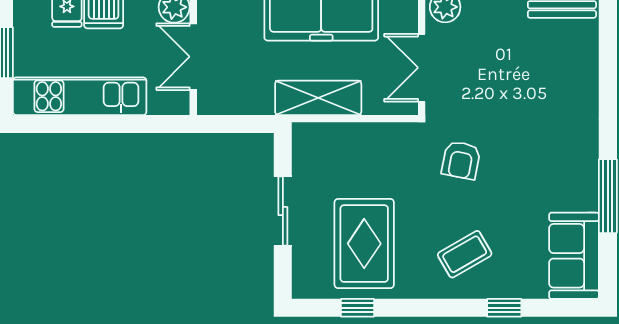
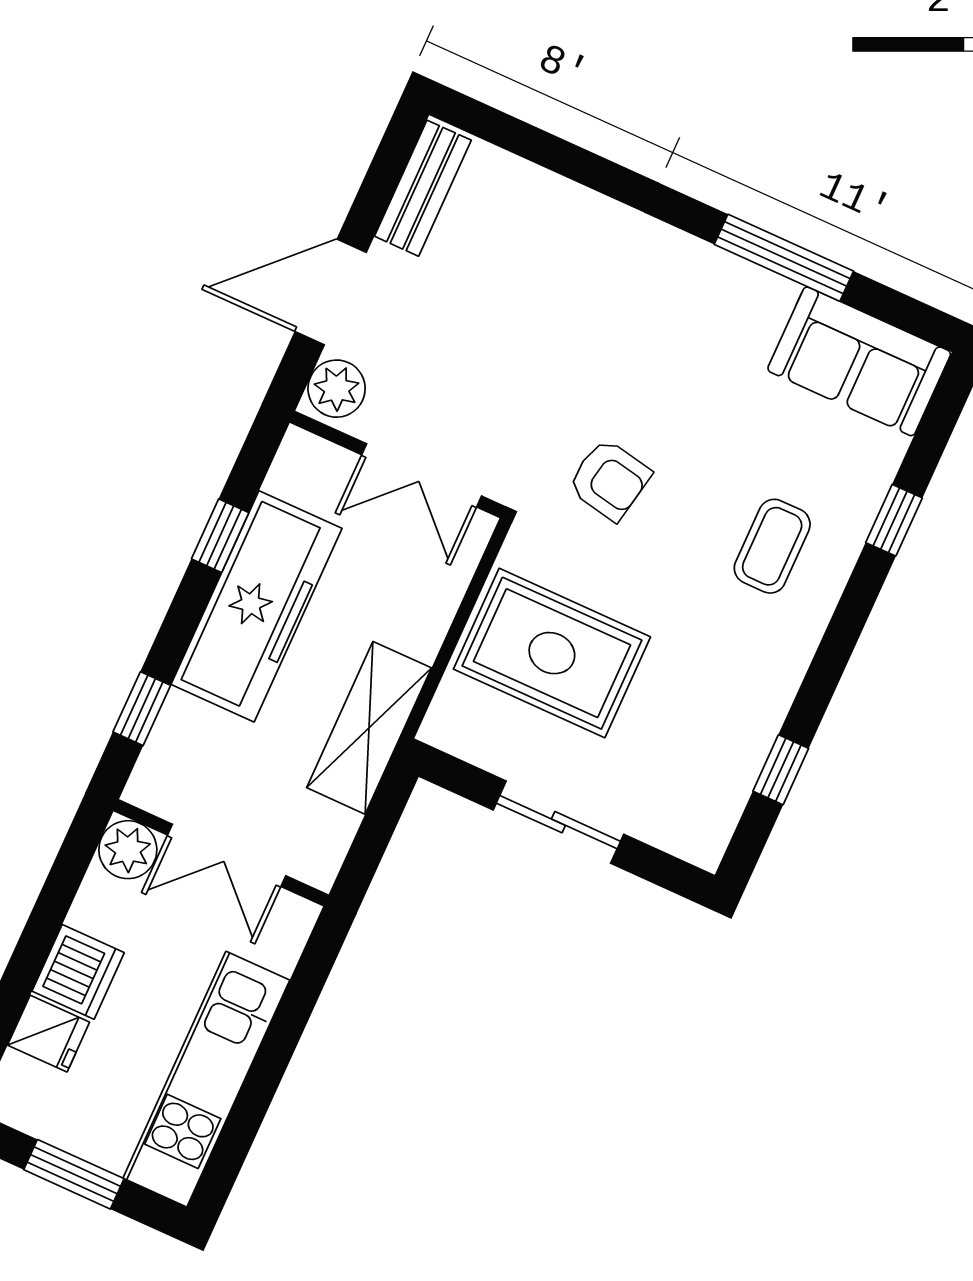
shelving: (318, 98) -> (369, 728), moved
rug: (364, 244) -> (552, 653), moved
coffee table: (465, 254) -> (772, 546), turned 30

